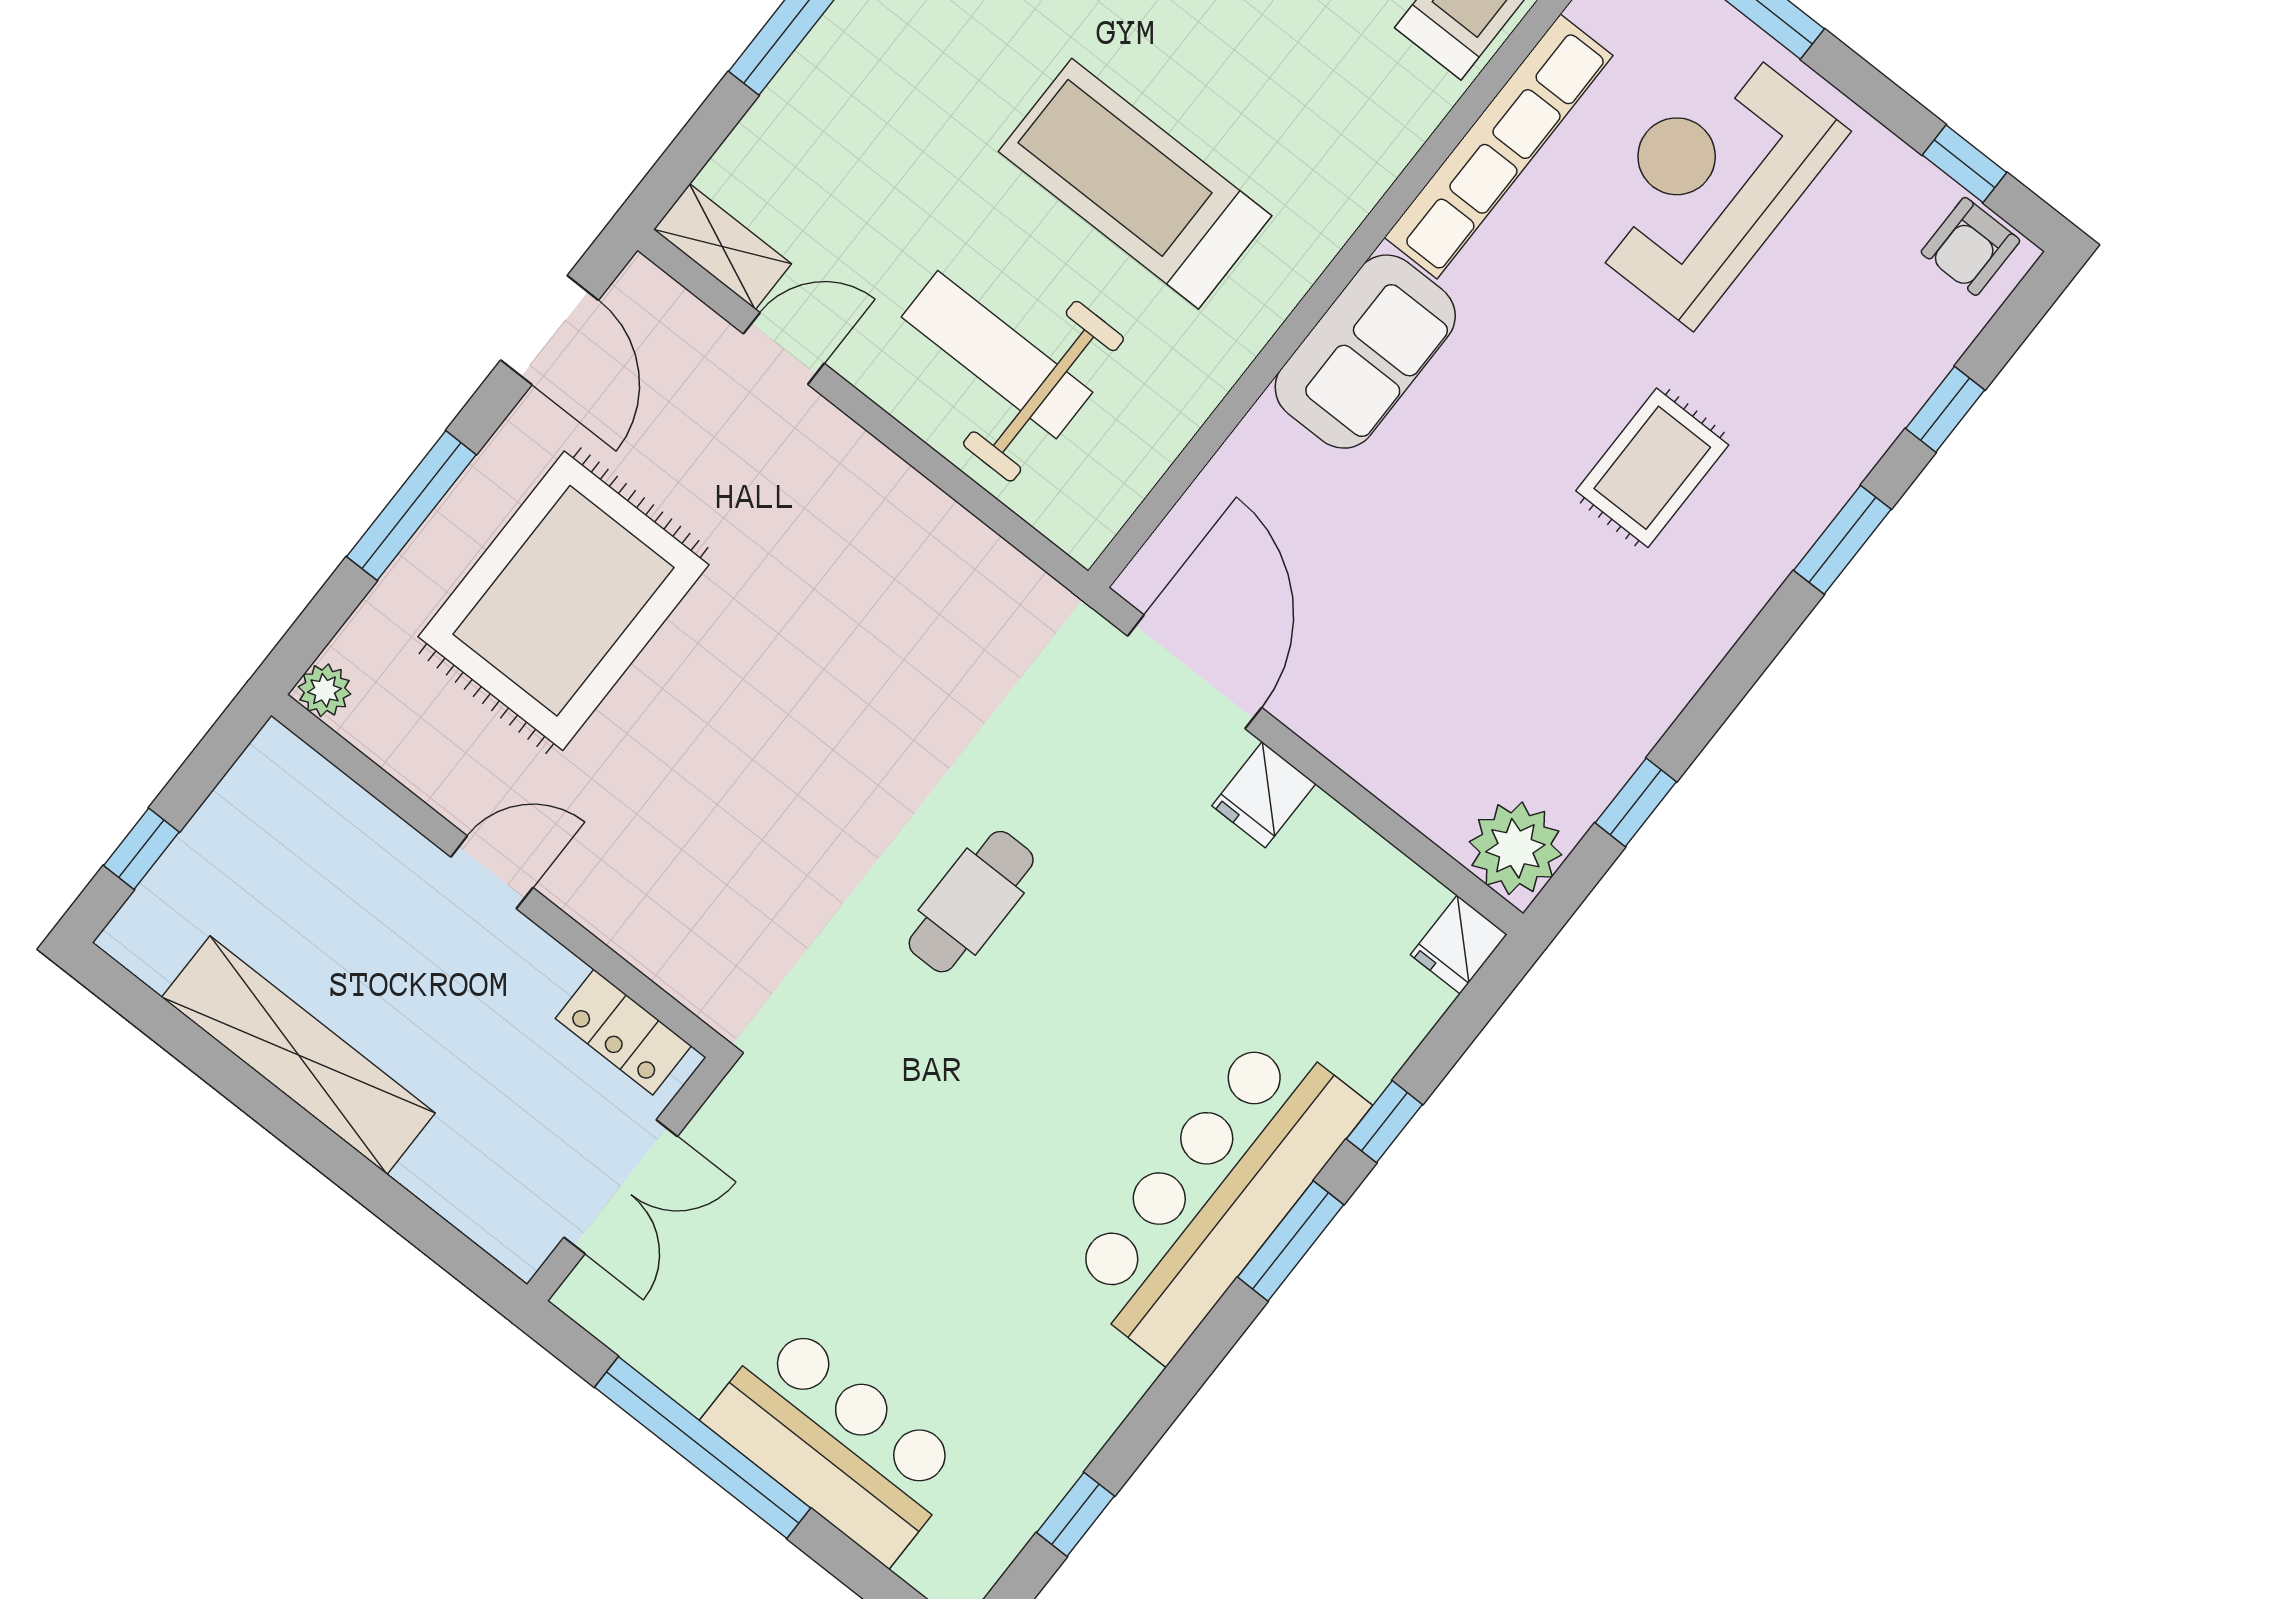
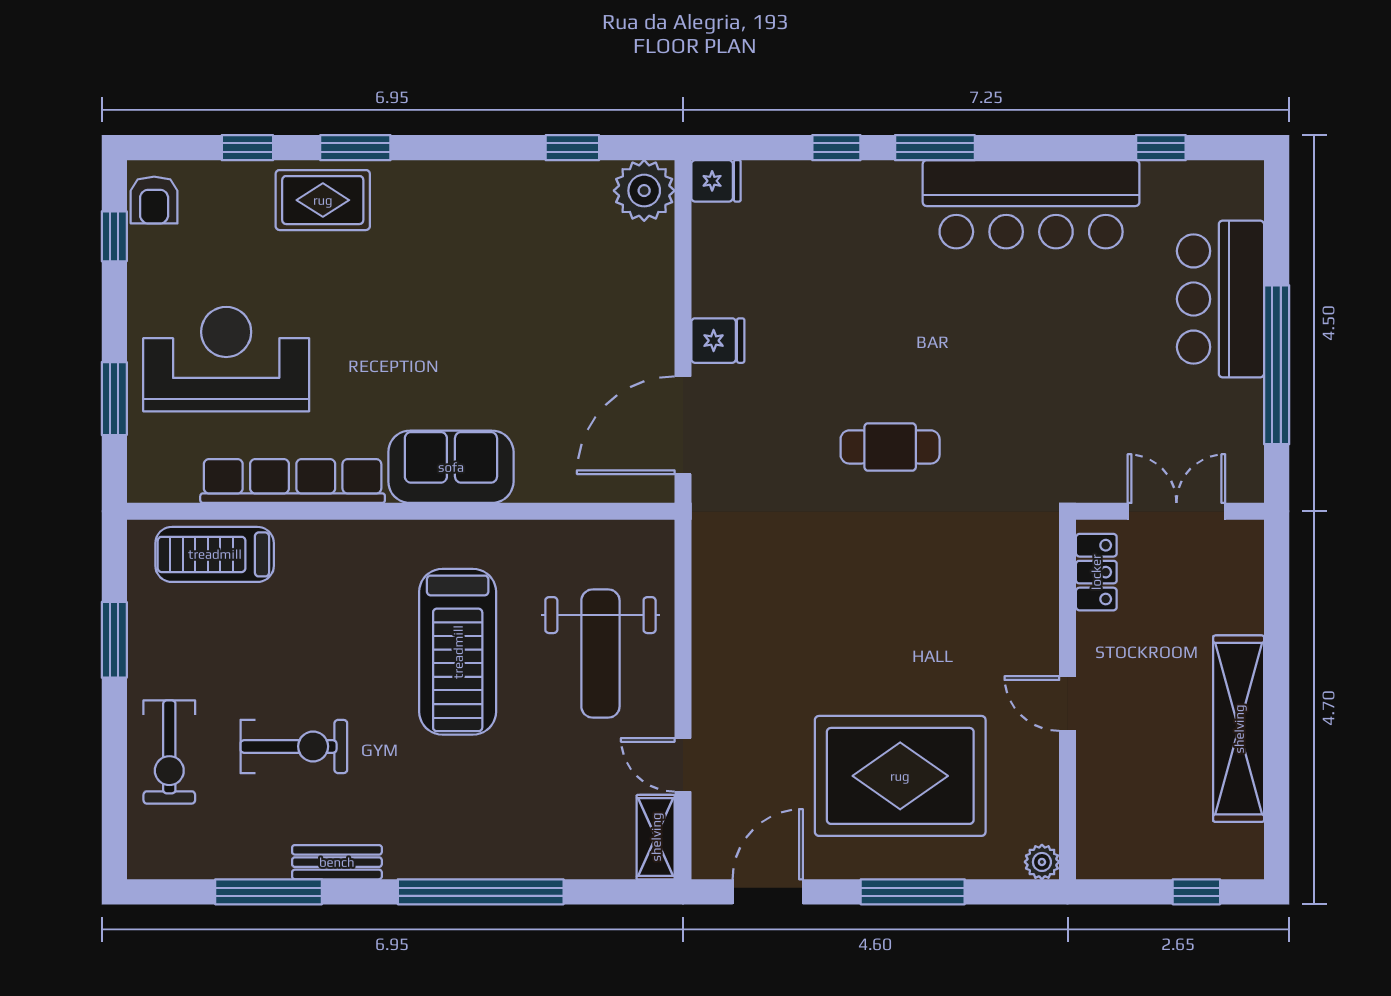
reception desk: (1709, 182) -> (226, 359), turned 180
armchair: (1970, 246) -> (154, 200), turned 90
rug: (1652, 468) -> (323, 200), moved
bar counter: (1216, 1195) -> (1031, 204), moved

